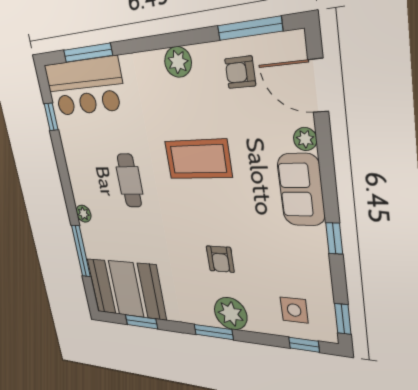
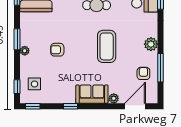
window: (250, 28) -> (161, 68), moved
plant: (231, 314) -> (25, 51), width x0.53, depth x0.53

